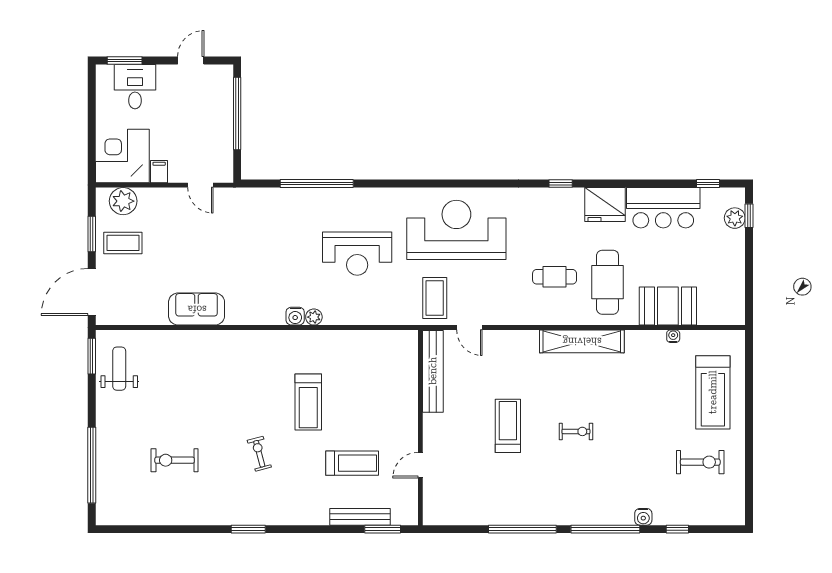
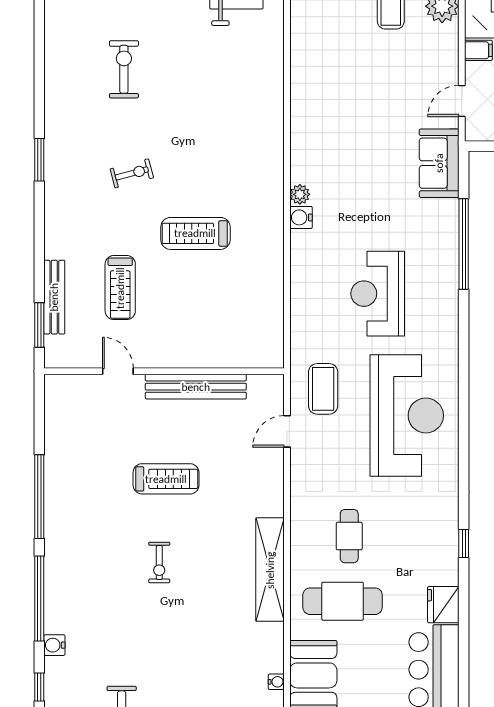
fridge: (605, 204) -> (443, 605), width x0.73, depth x0.75
coffee table: (435, 298) -> (323, 389), turned 90
sofa: (197, 309) -> (439, 163), moved, turned 180
plant: (314, 317) -> (300, 194), moved
bench: (433, 371) -> (196, 387), moved

